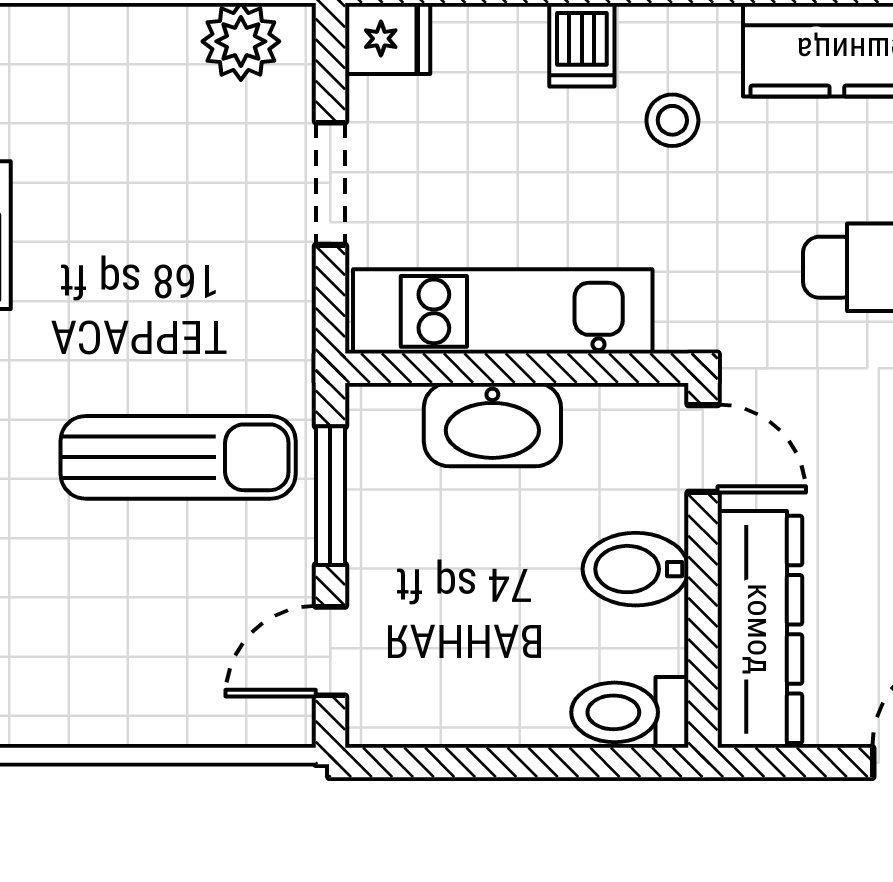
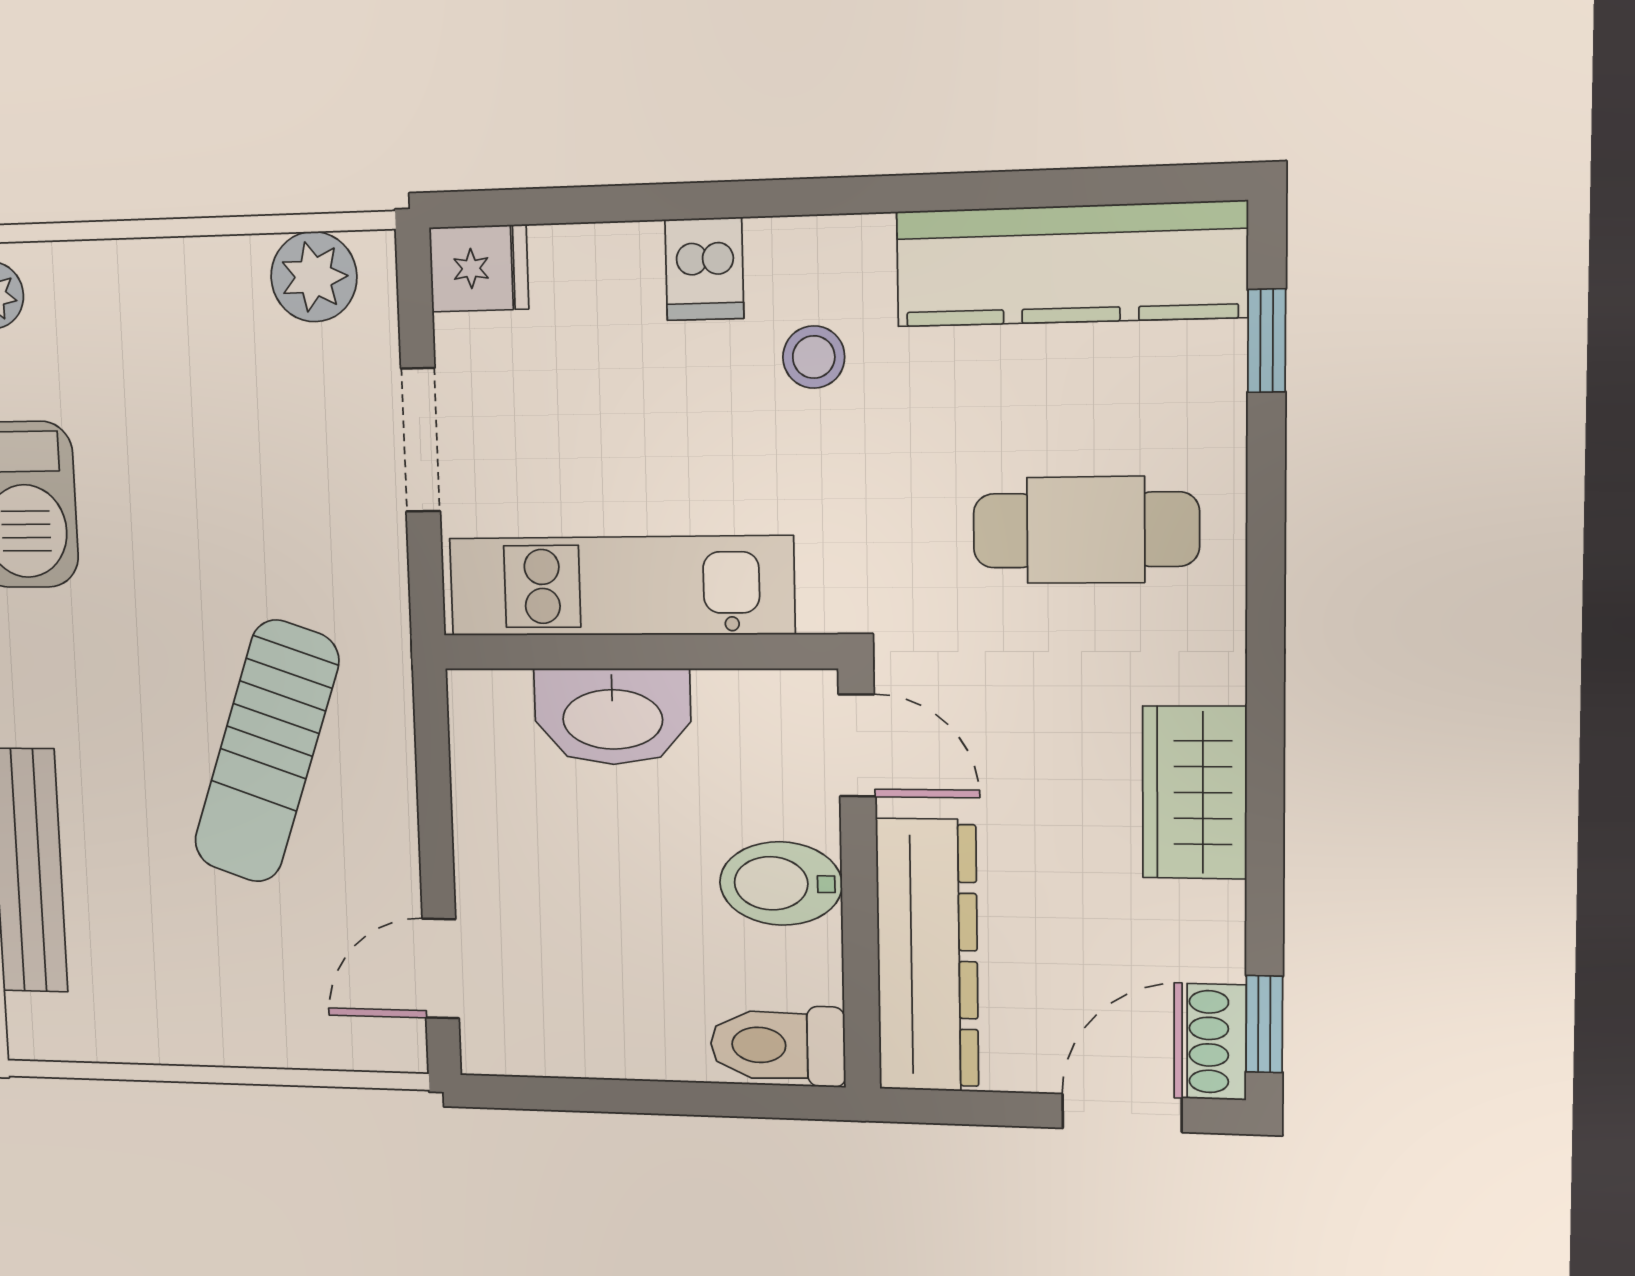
sun lounger: (178, 457) -> (266, 752), turned 109
window: (330, 496) -> (434, 796), removed

